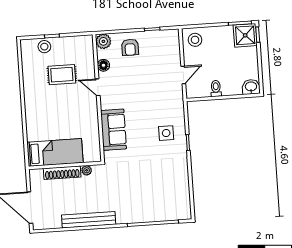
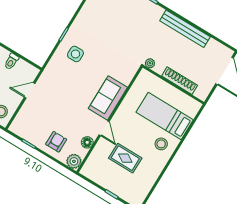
stool: (44, 47) -> (161, 144), moved
sofa: (113, 130) -> (108, 98), moved
bed: (55, 152) -> (165, 116), moved
plant: (87, 170) -> (150, 63), moved

